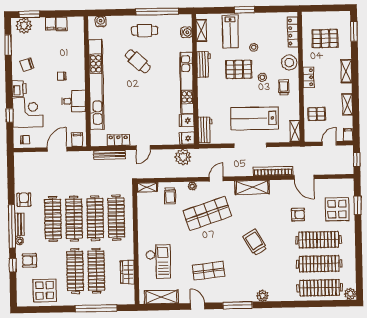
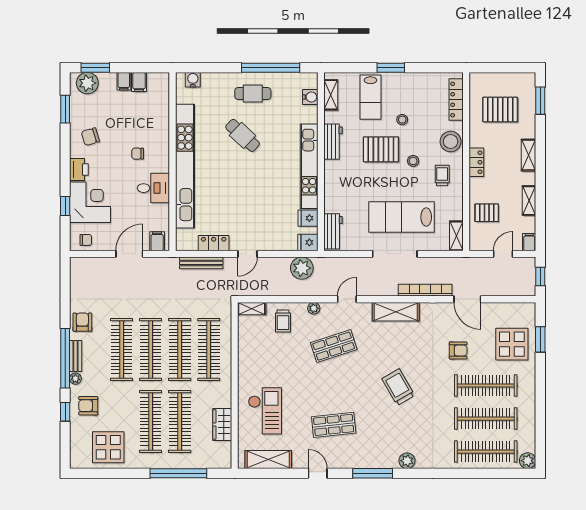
shop shelf: (207, 213) -> (334, 346), width x0.70, depth x0.74

